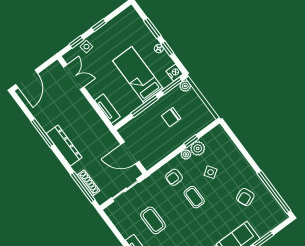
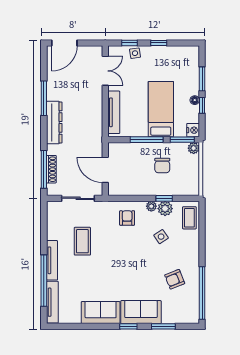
tv unit: (107, 109) -> (114, 112), width x1.41
chair: (171, 117) -> (162, 166), turned -90
armchair: (174, 177) -> (127, 218), turned 90
coffee table: (194, 197) -> (189, 218), moved

